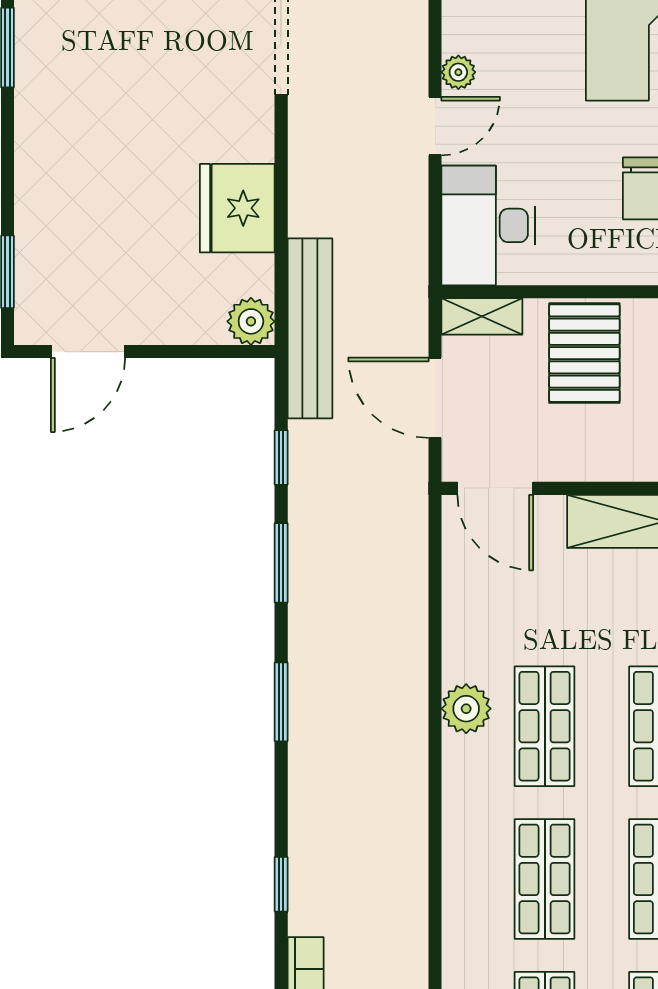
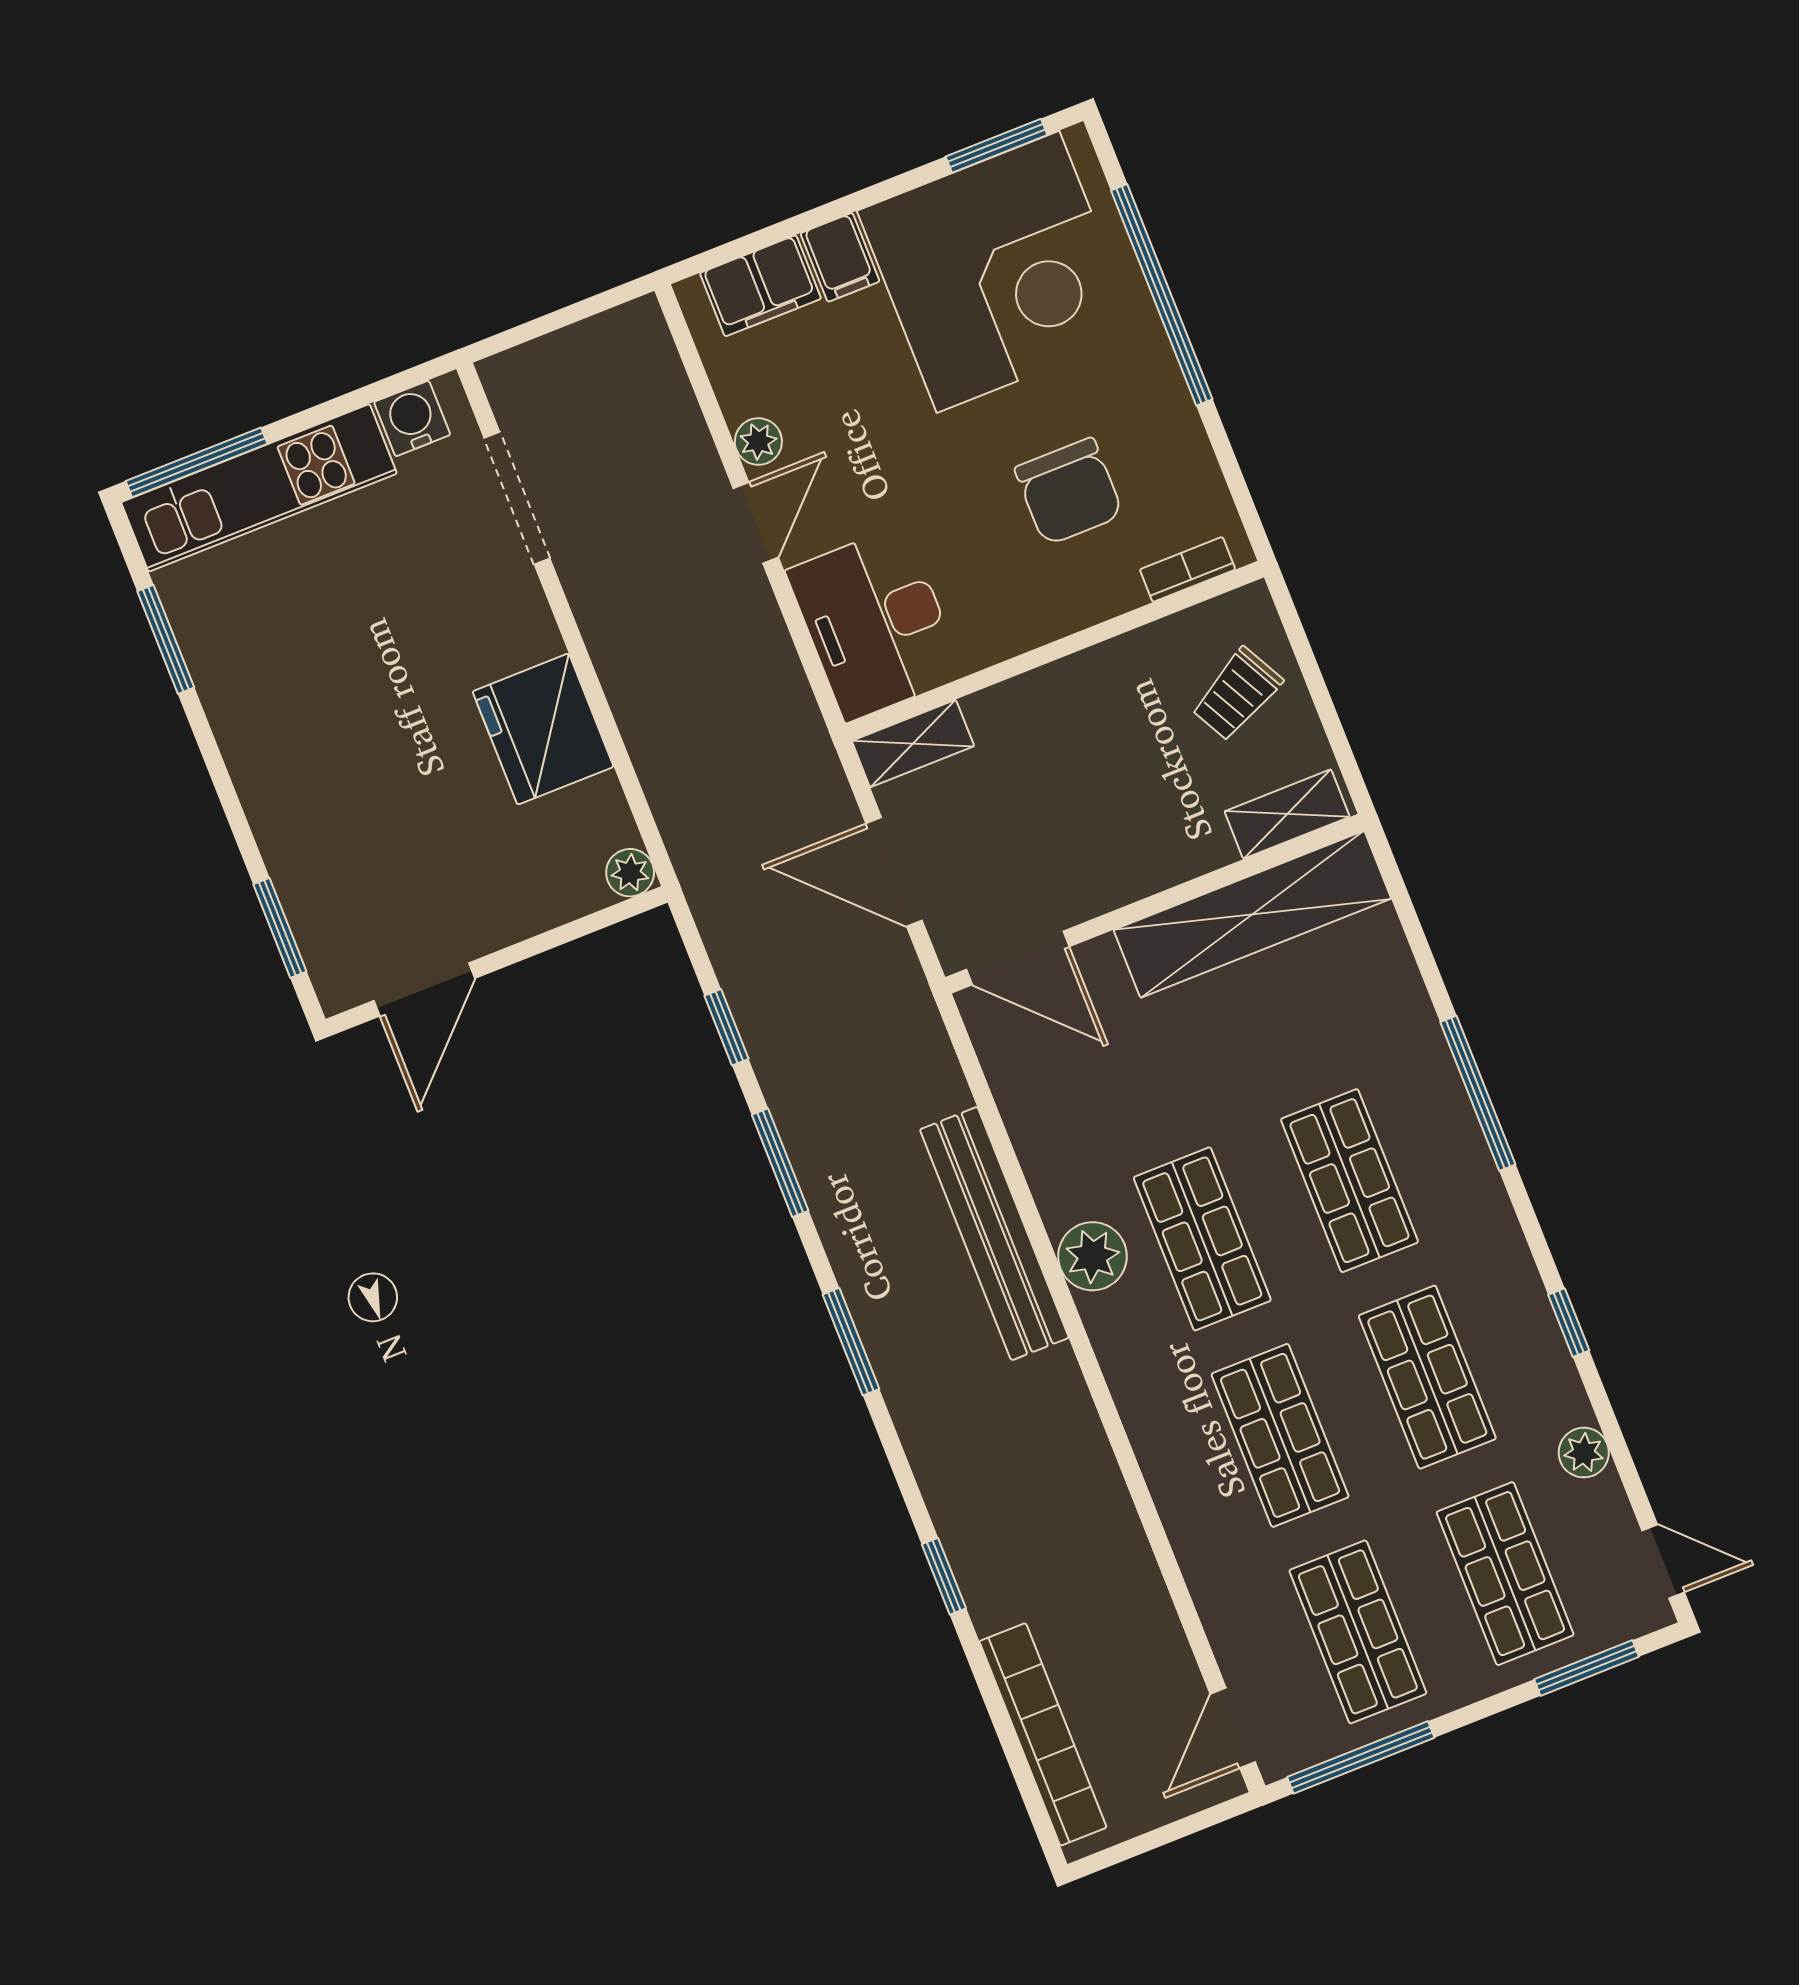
plant: (251, 321) -> (630, 873), width x0.73, depth x0.73
bench: (310, 328) -> (994, 1234), moved
pallet: (584, 353) -> (1063, 739), removed

